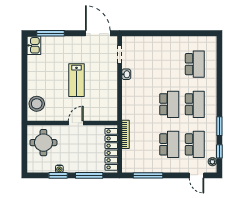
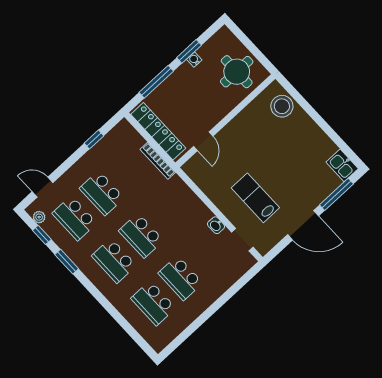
door: (98, 33) -> (303, 225), moved
school desk: (169, 64) -> (180, 278), added
lab bench: (77, 80) -> (255, 198), moved
door: (76, 123) -> (203, 141), moved
window: (148, 175) -> (94, 140), width x0.46

